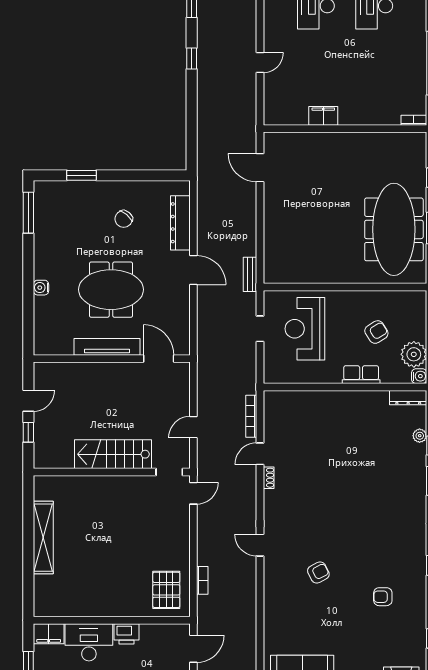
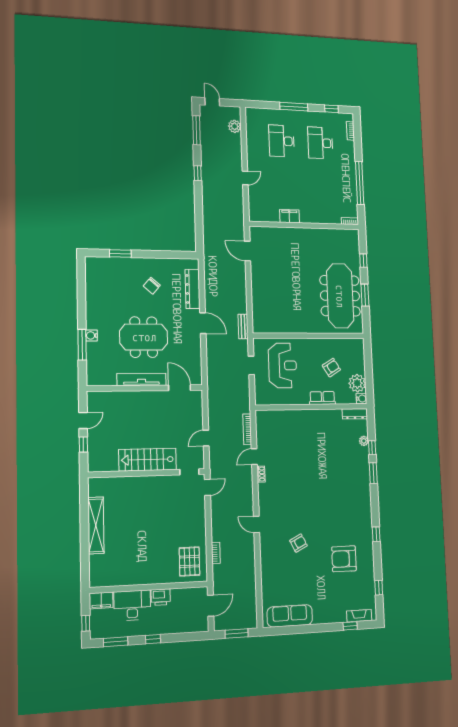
window: (28, 213) -> (82, 345), moved
reception desk: (305, 329) -> (283, 365), turned 180
armchair: (383, 597) -> (344, 559), width x1.88, depth x1.88

